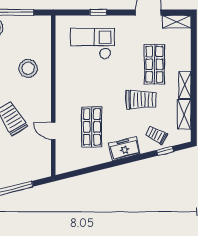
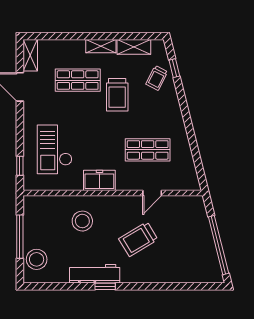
window: (98, 12) -> (20, 166), moved
trolley: (141, 100) -> (117, 95), turned 180
freezer: (124, 149) -> (99, 180), moved, turned 104

